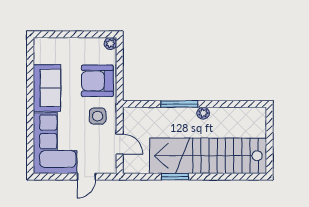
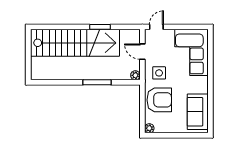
sofa: (47, 88) -> (198, 112), moved
plant: (203, 113) -> (135, 75), moved
door: (86, 177) -> (156, 27), moved

